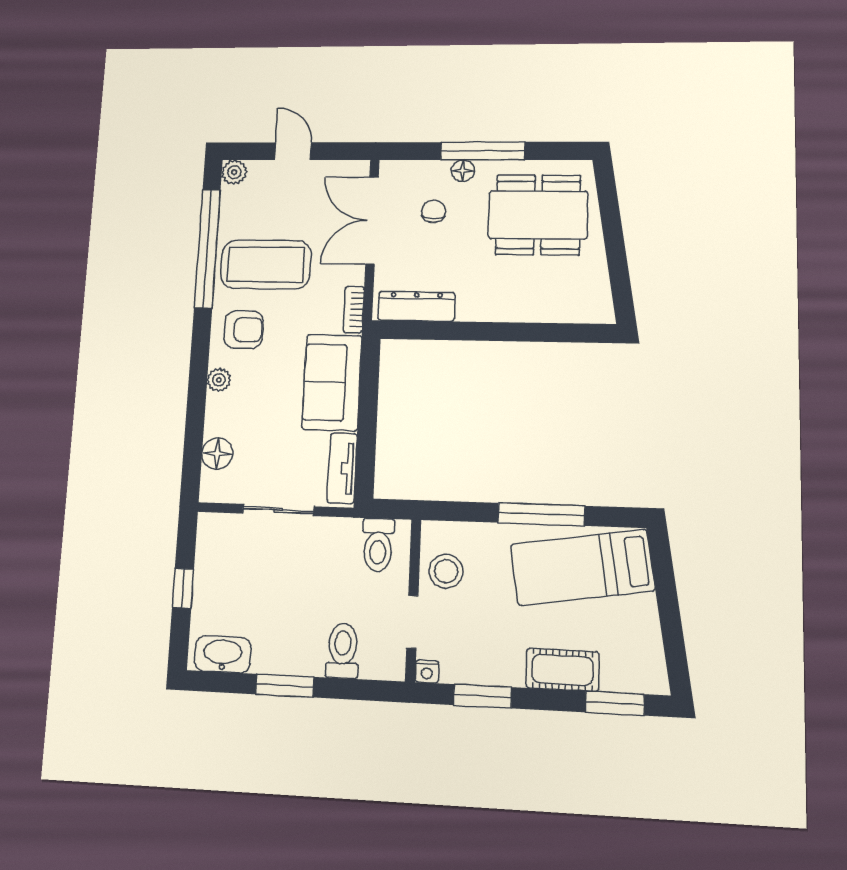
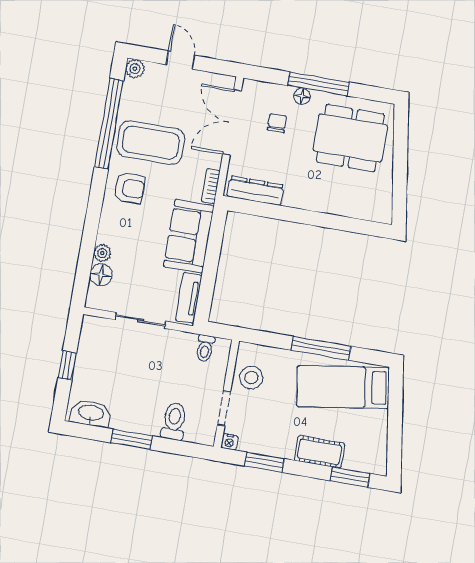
plant: (219, 380) -> (102, 253), moved
toilet: (378, 545) -> (205, 348), width x0.73, depth x0.72

